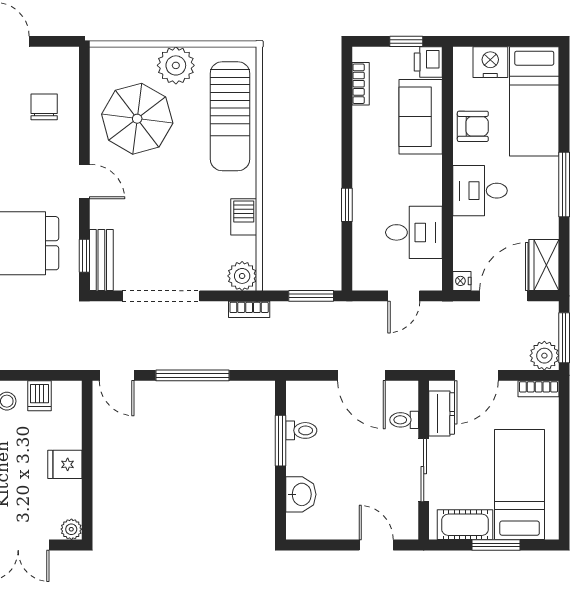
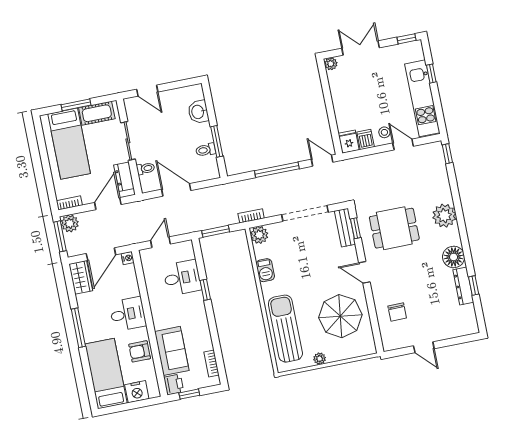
plant: (176, 65) -> (320, 359), width x0.53, depth x0.53
desk: (414, 232) -> (182, 278), moved, turned 180
fridge: (65, 464) -> (349, 142), moved, turned -90

